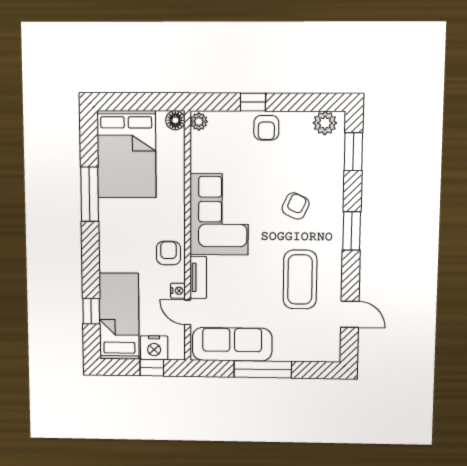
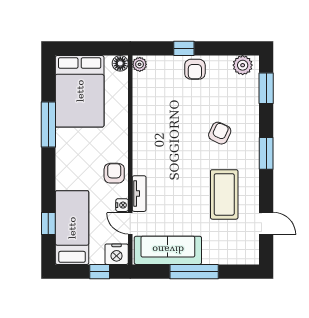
corner sofa: (219, 214) -> (156, 141), removed
nightstand: (154, 348) -> (117, 254), moved

